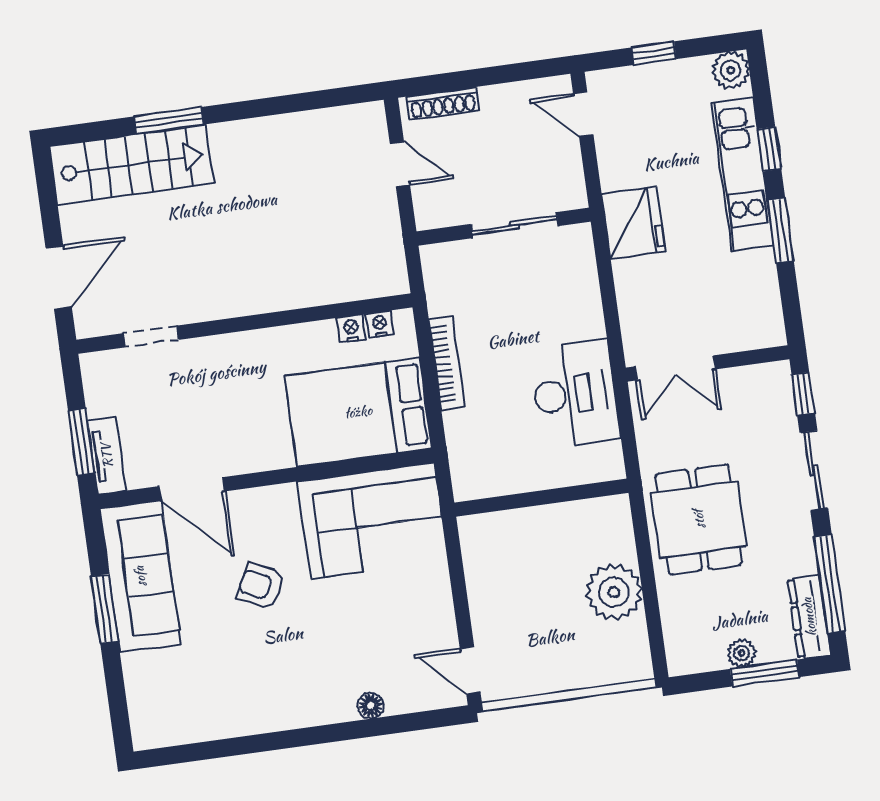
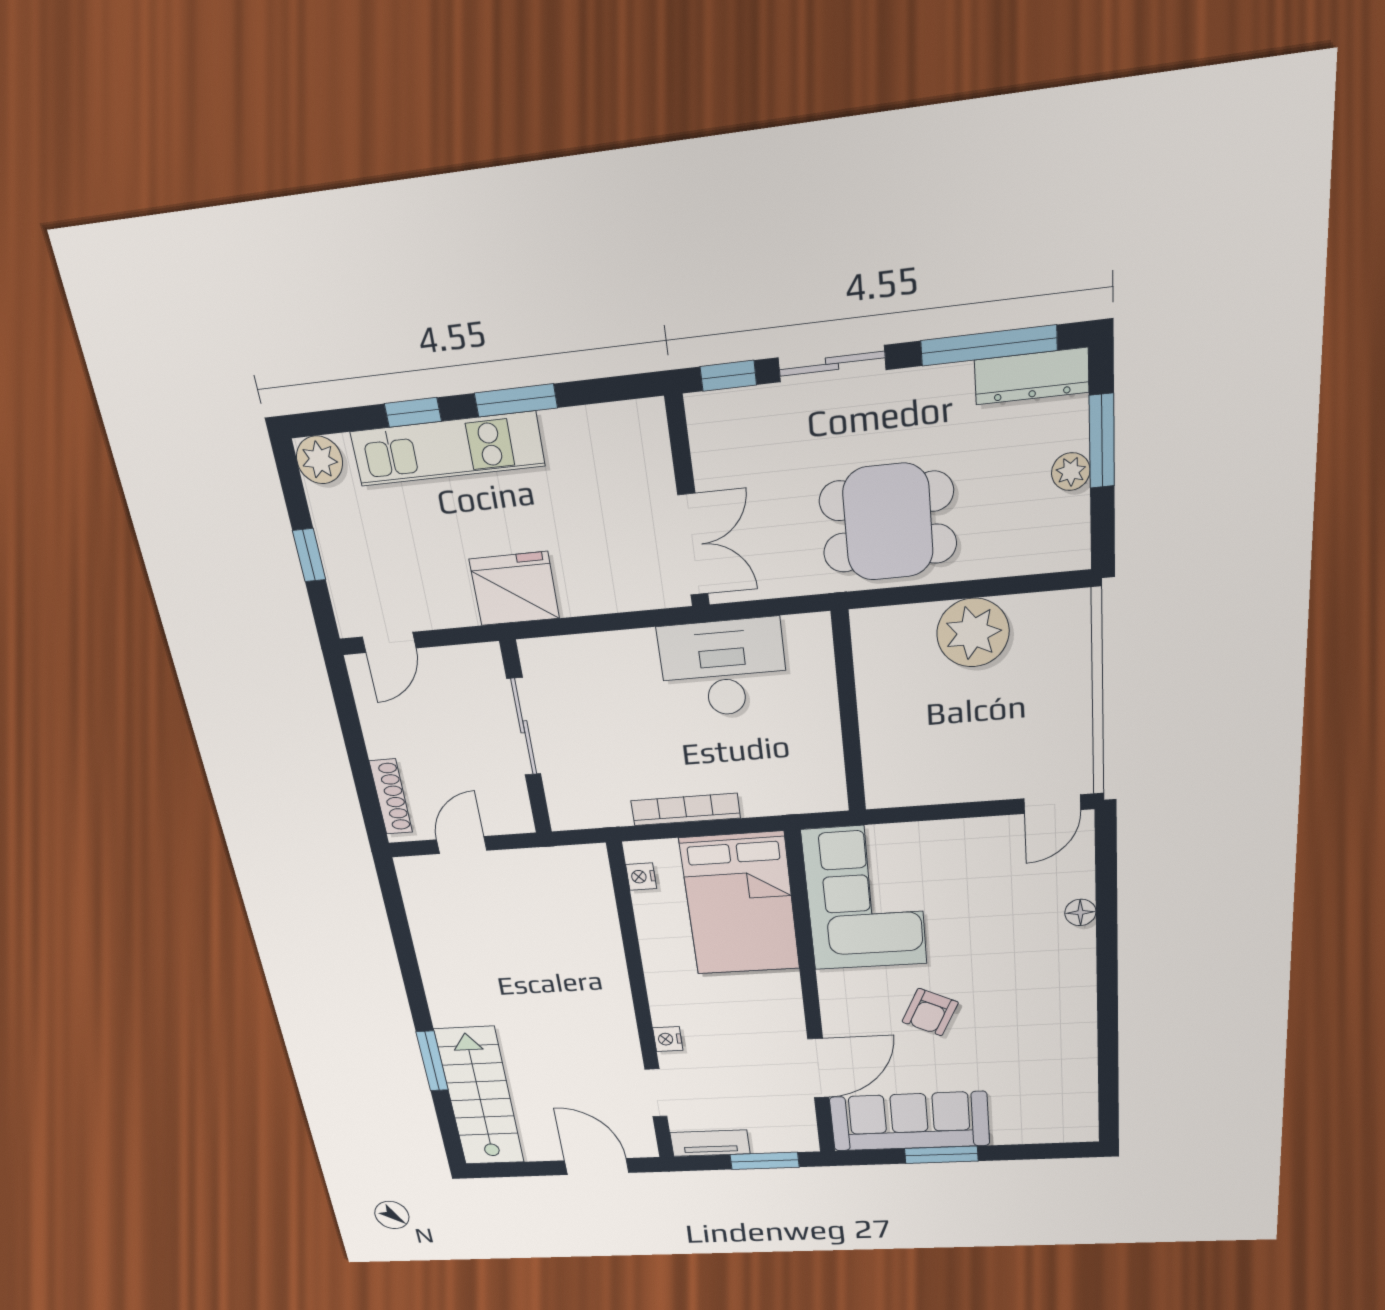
nightstand: (351, 329) -> (668, 1039), moved
tv unit: (107, 456) -> (710, 1143), moved

